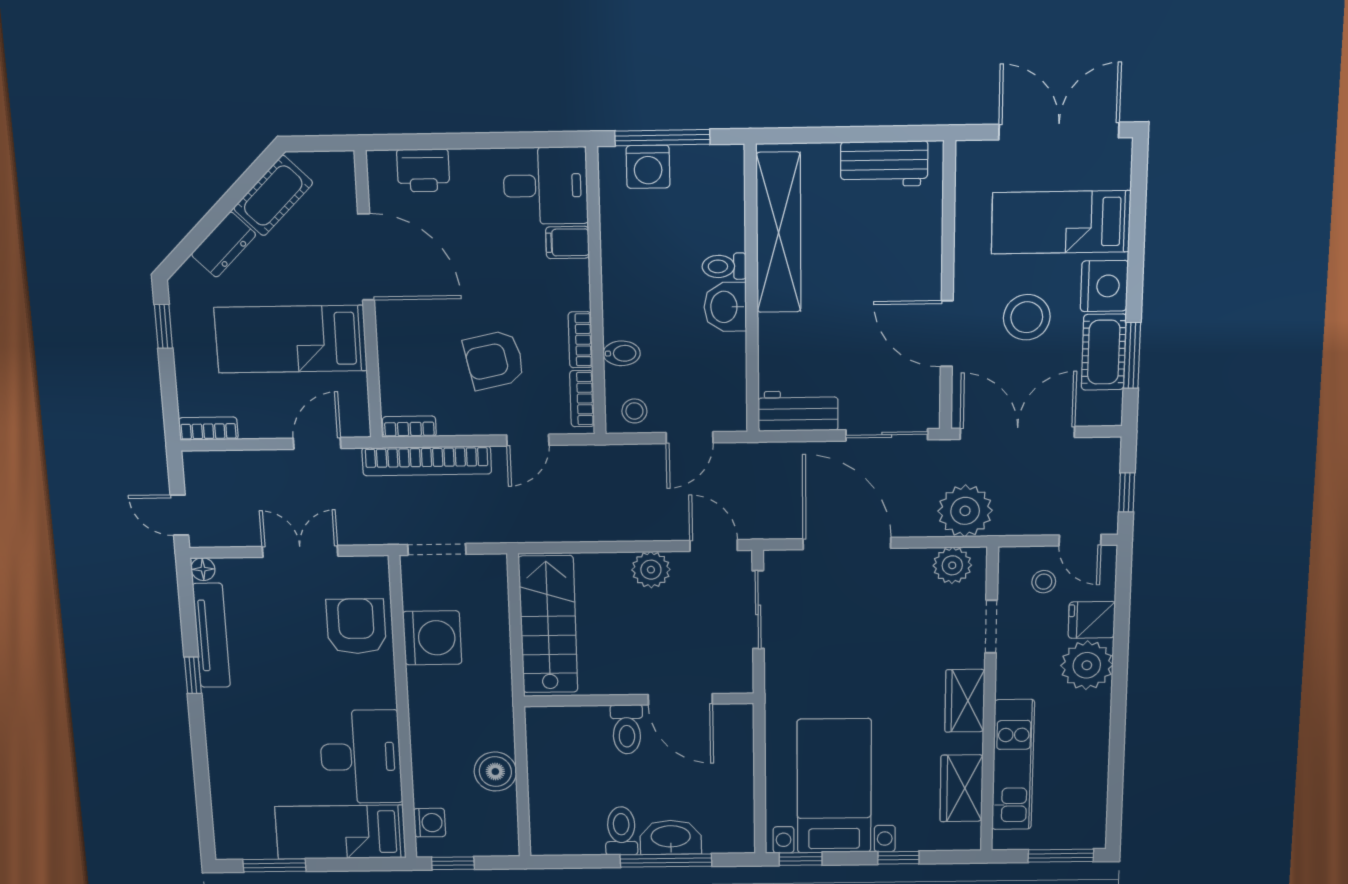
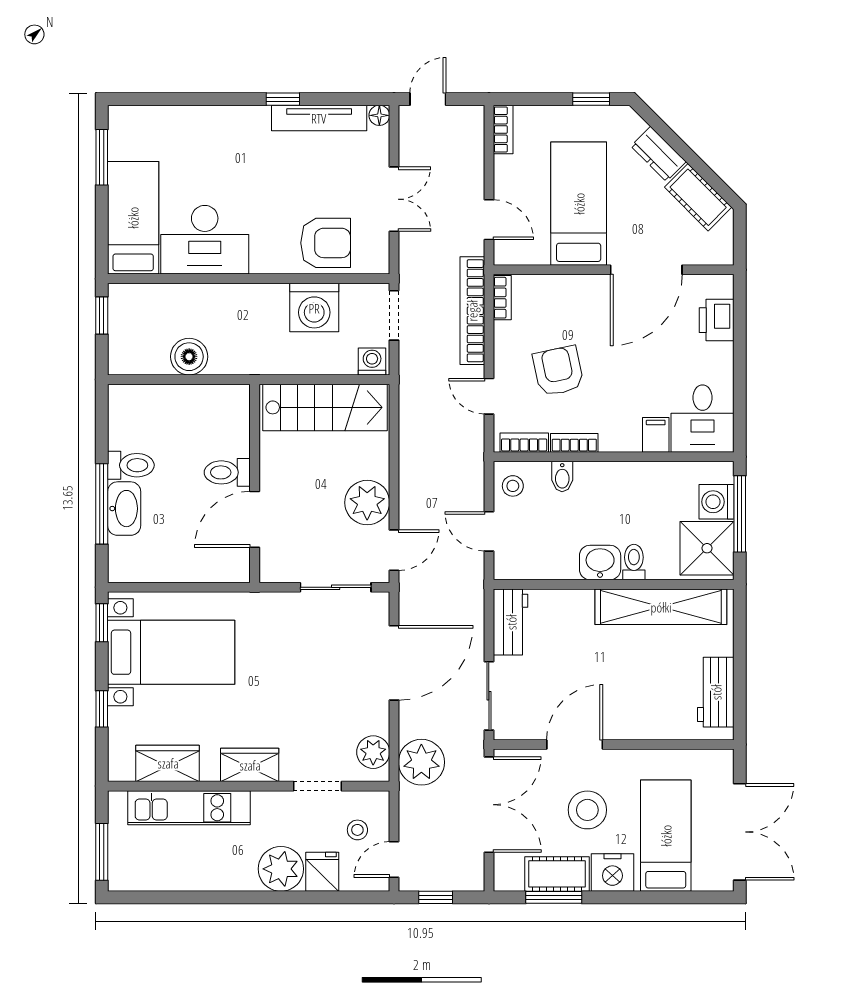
shower: (706, 177) -> (707, 548), added
plant: (651, 570) -> (367, 503), width x1.36, depth x1.36
washing machine: (430, 823) -> (372, 361), moved, turned 180

